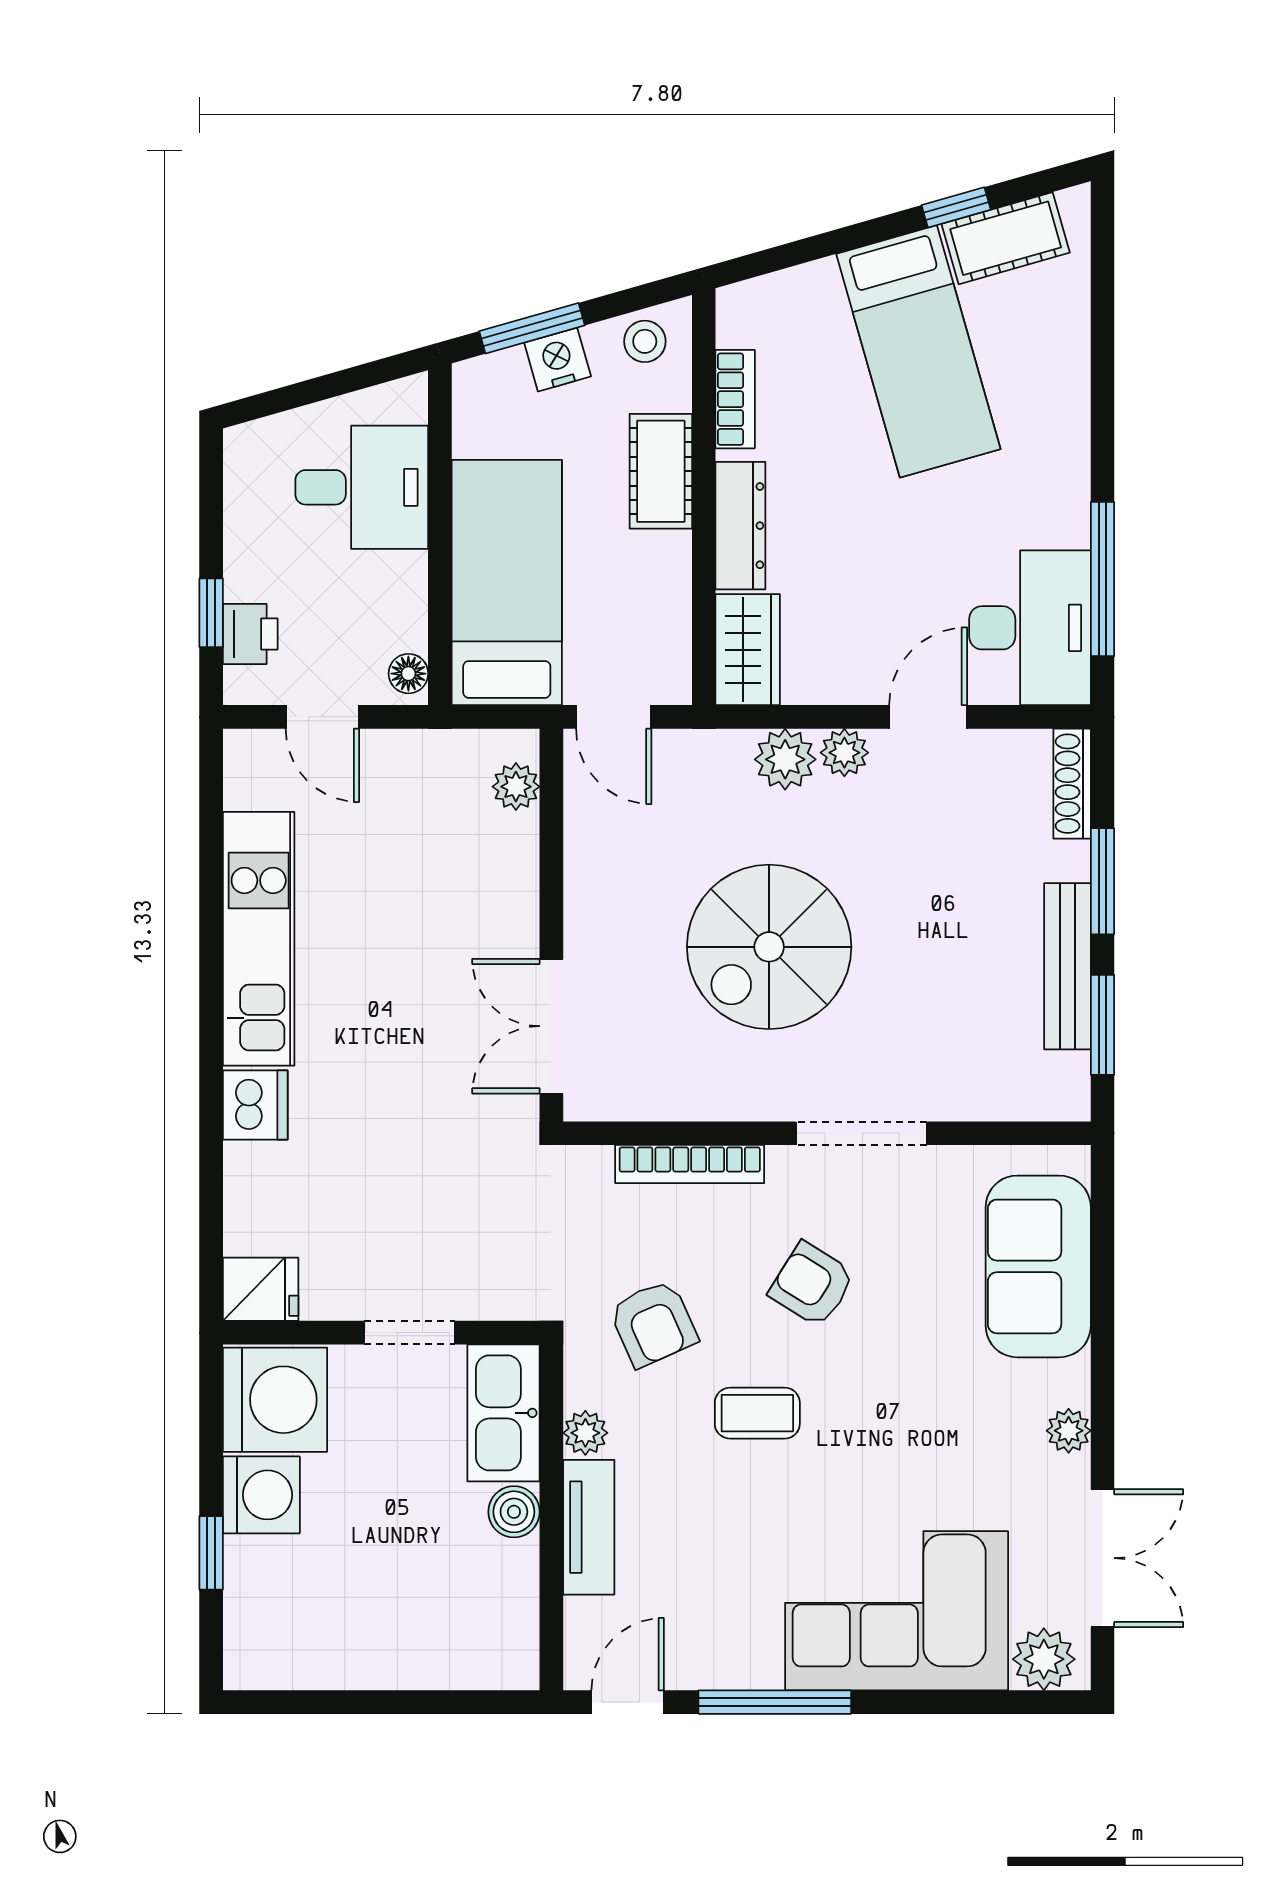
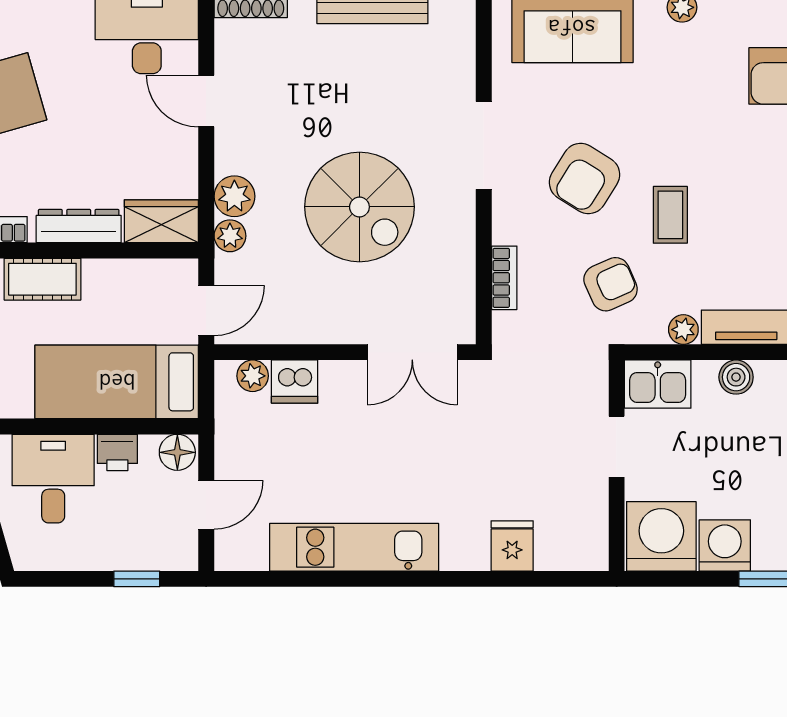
printer: (250, 634) -> (117, 452), moved, turned 180
floor lamp: (408, 674) -> (177, 452), width x1.37, depth x1.37
plant: (844, 753) -> (230, 236), moved
dishwasher: (255, 1105) -> (295, 382), moved, turned 180
bookcase: (690, 1164) -> (504, 278), width x0.64
armchair: (812, 1284) -> (584, 178), width x1.38, depth x1.38
fridge: (261, 1289) -> (512, 546), moved
kitchen sink: (503, 1413) -> (658, 384), width x0.73

